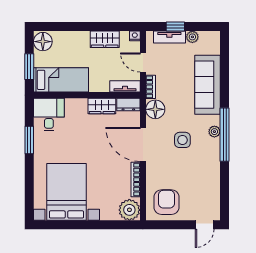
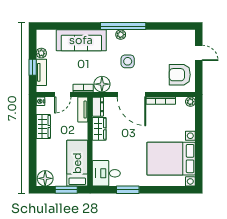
door: (143, 144) -> (131, 94), hinge flipped
plant: (129, 210) -> (190, 102), width x0.53, depth x0.53
door: (205, 225) -> (199, 53), moved

